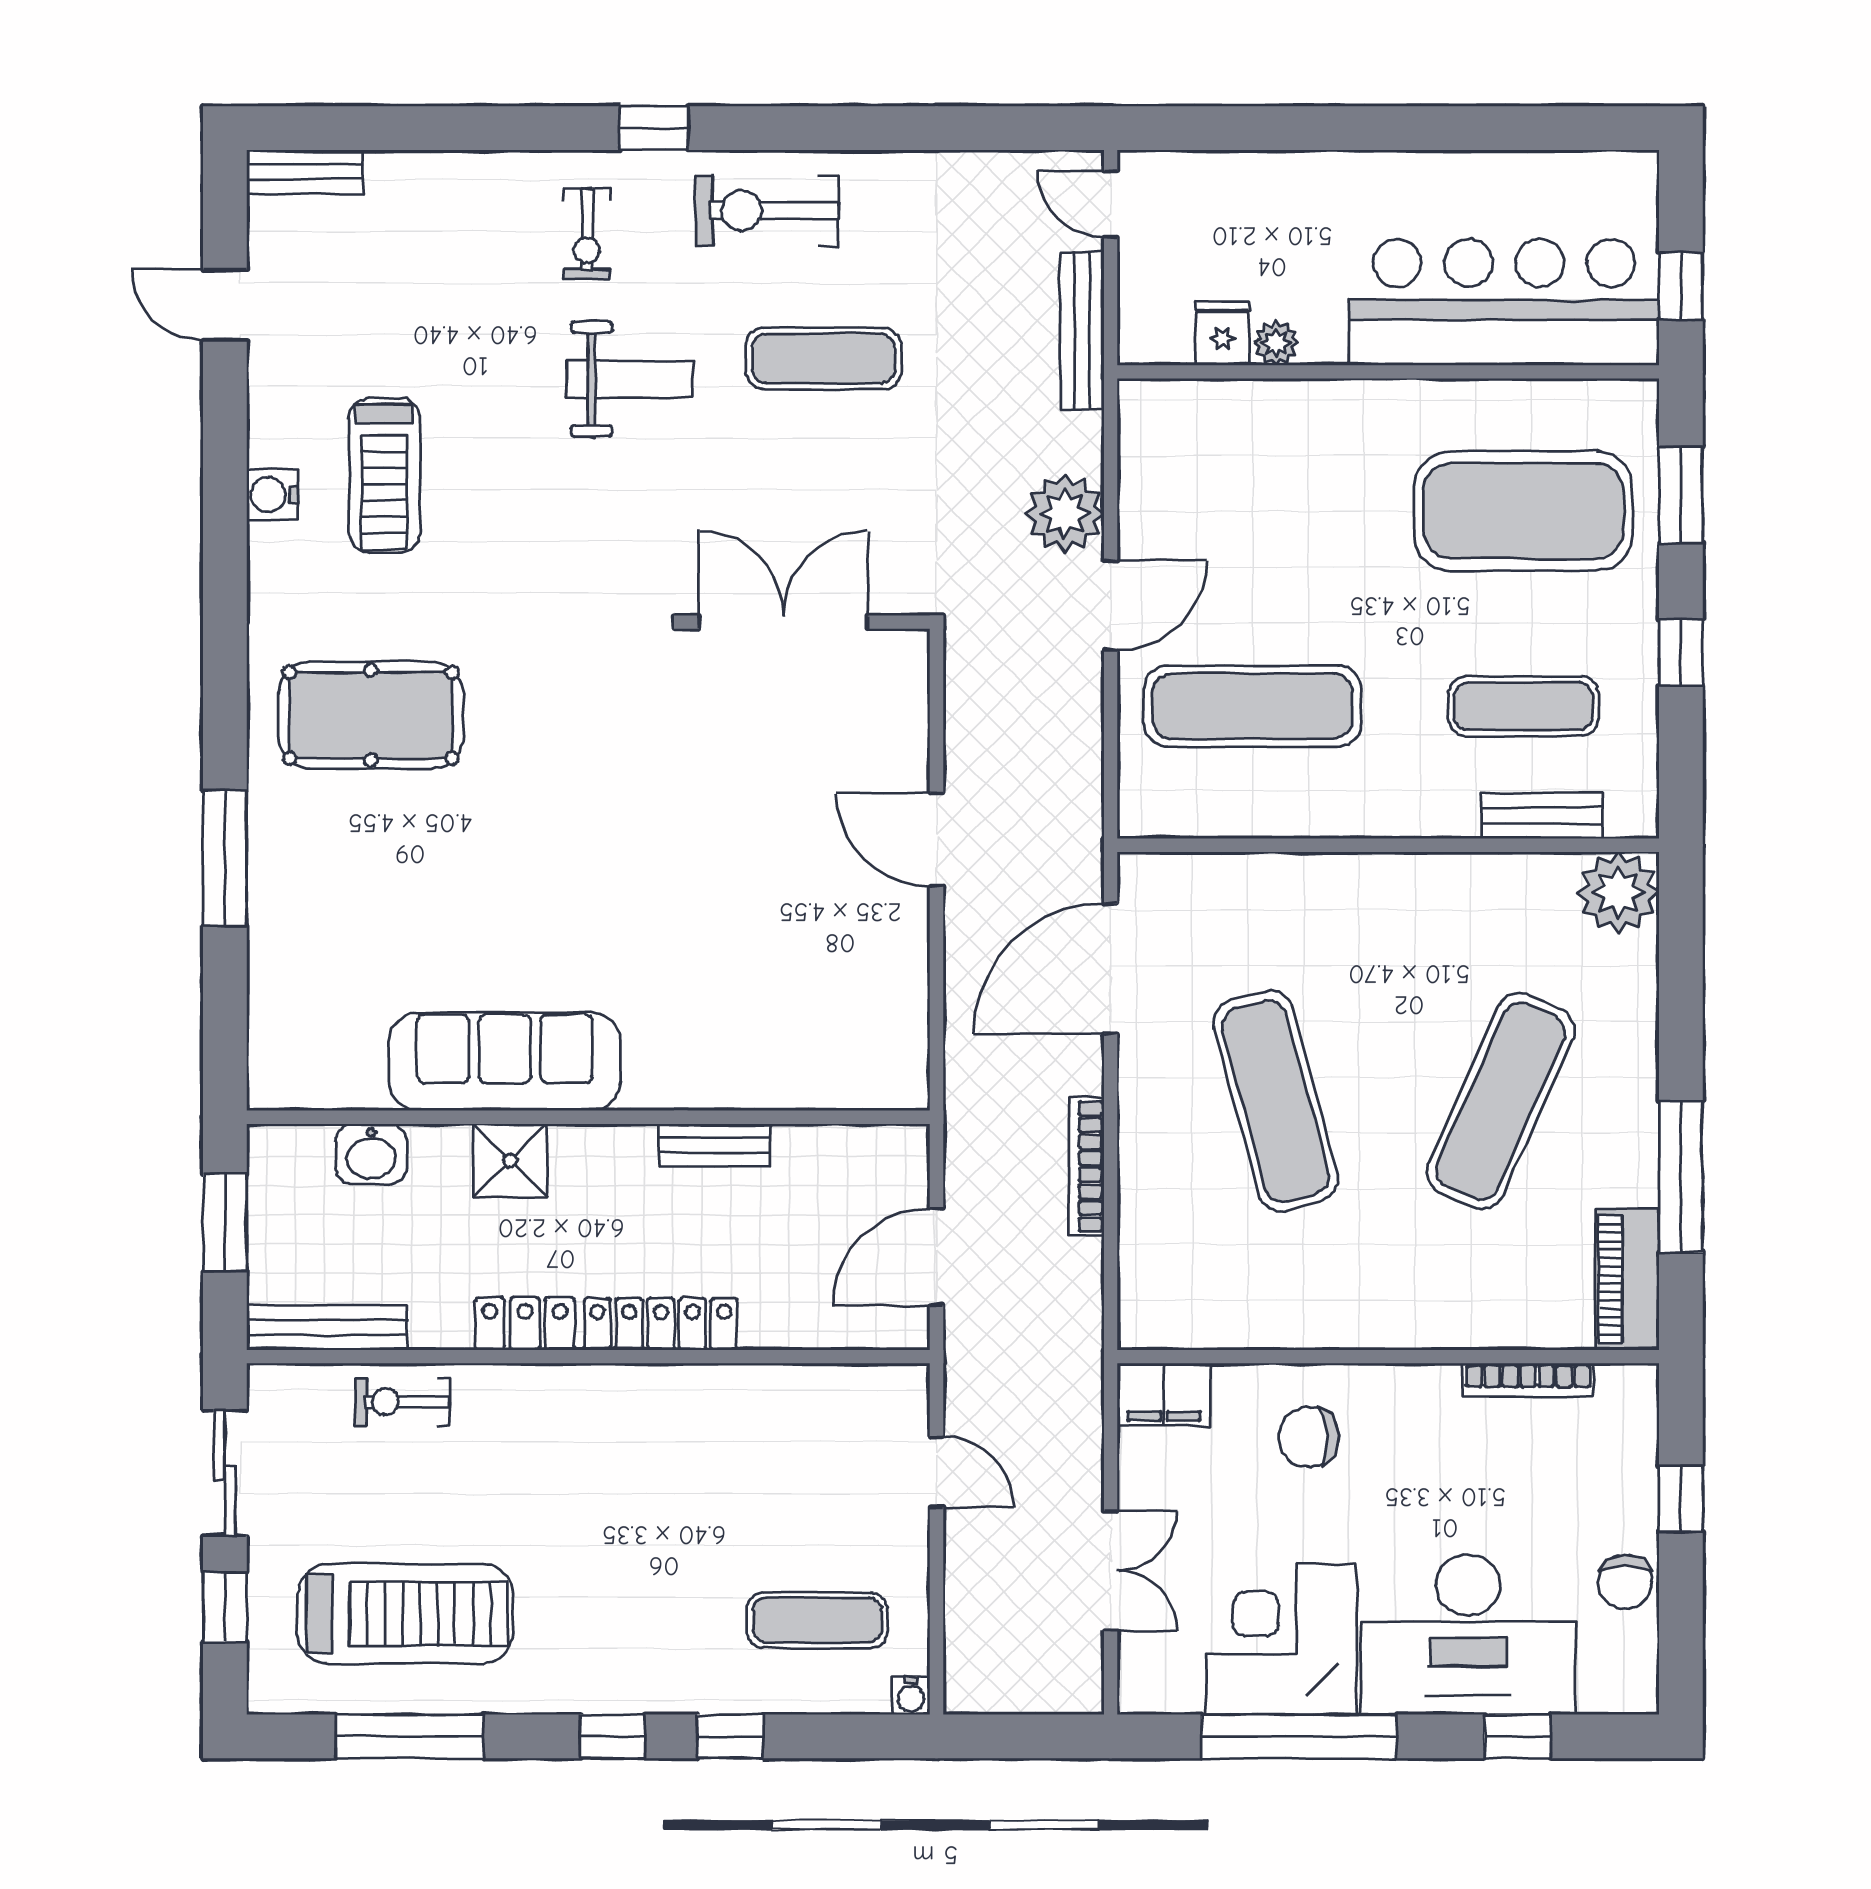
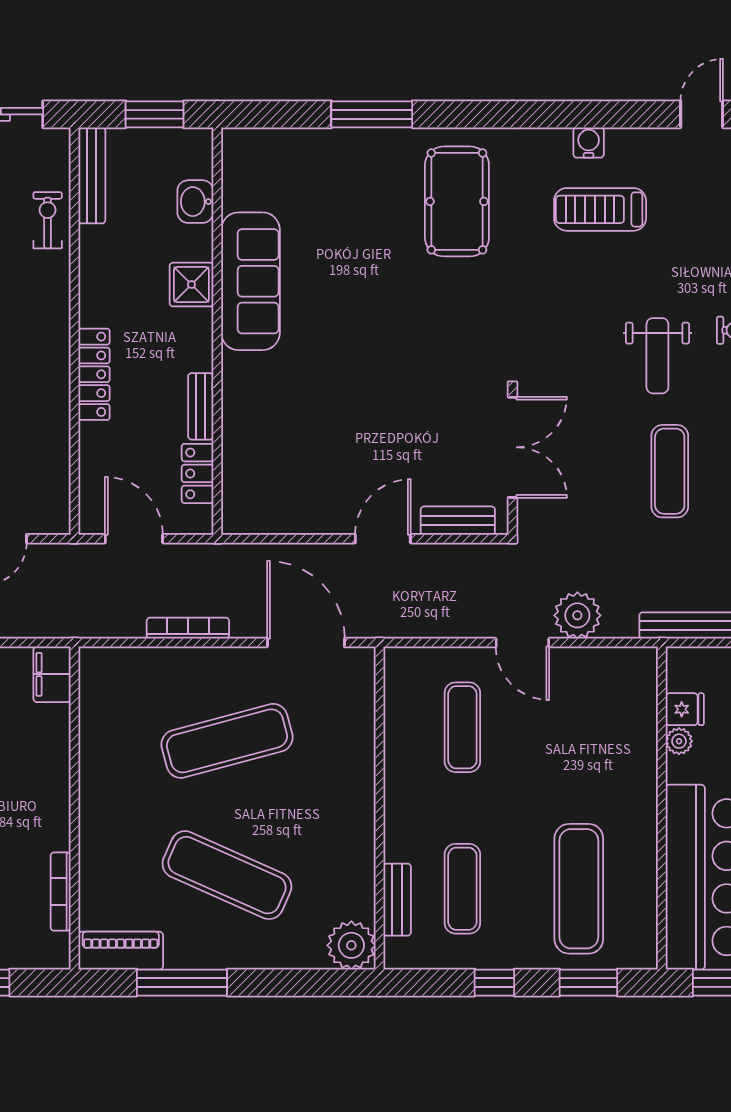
exercise mat: (1524, 511) -> (579, 889), width x0.68
exercise mat: (1253, 706) -> (462, 727), width x0.73, depth x0.69
bench: (906, 714) -> (458, 521), added
locker: (525, 1324) -> (198, 473), moved, turned 180
chair: (1309, 1437) -> (27, 761), removed

